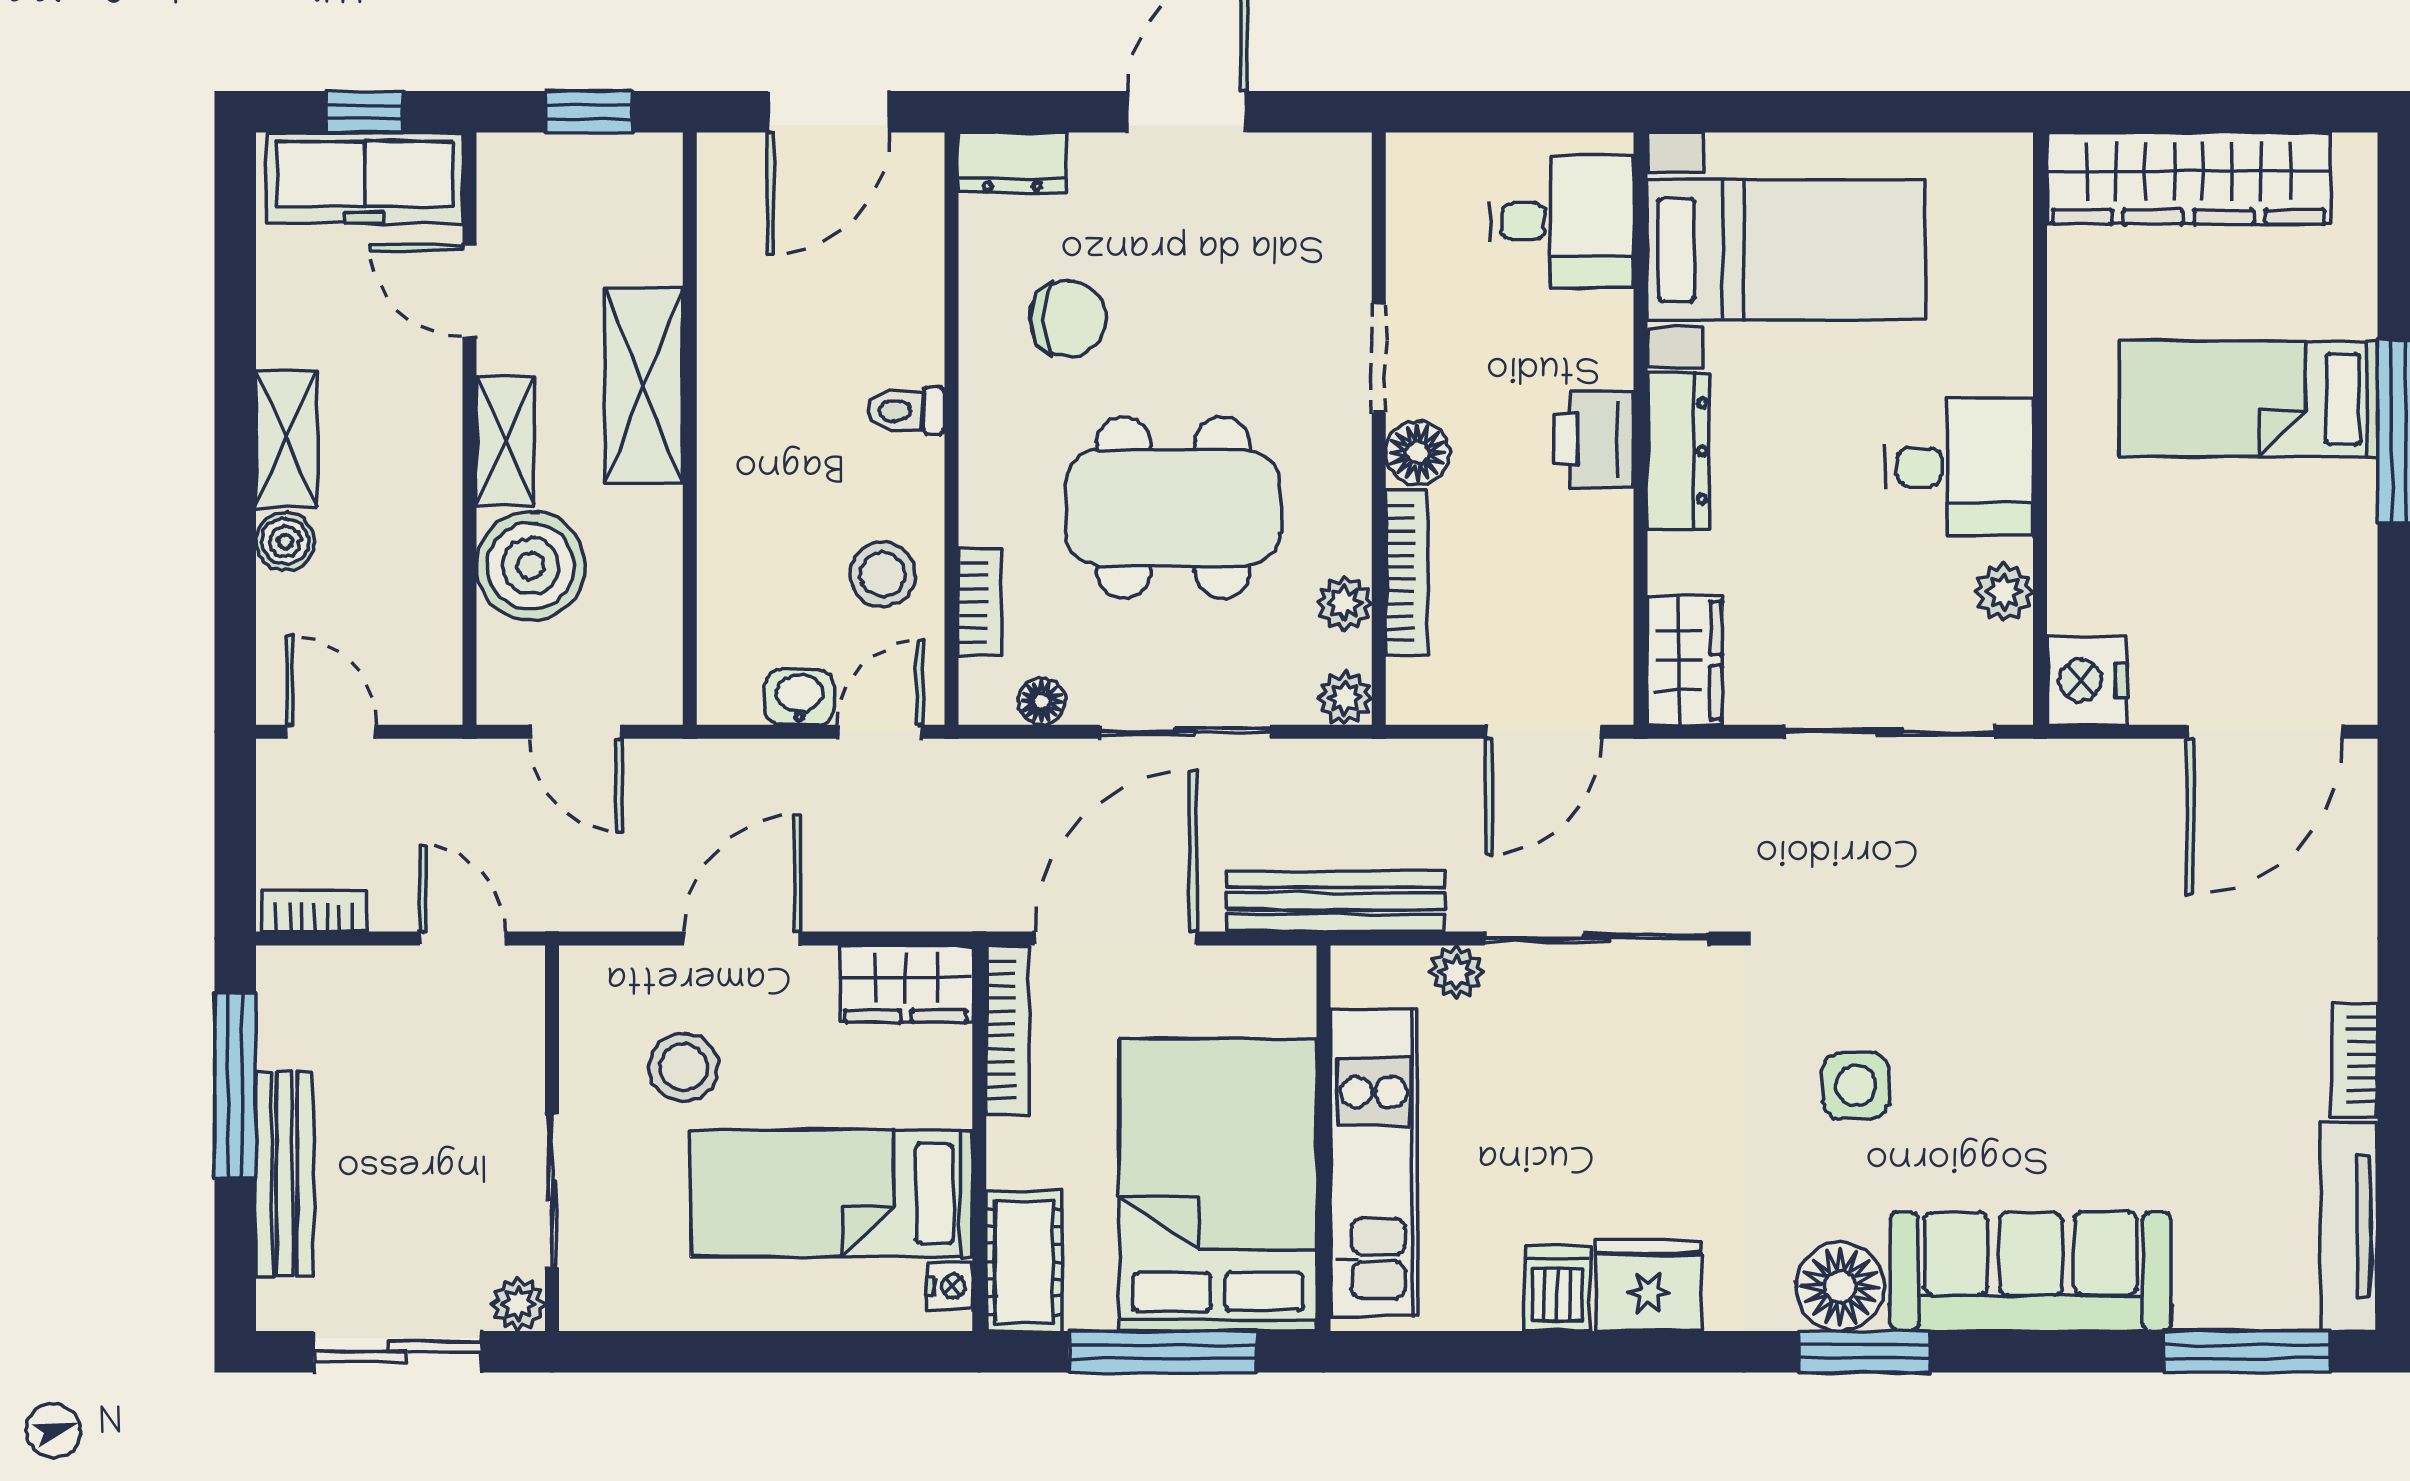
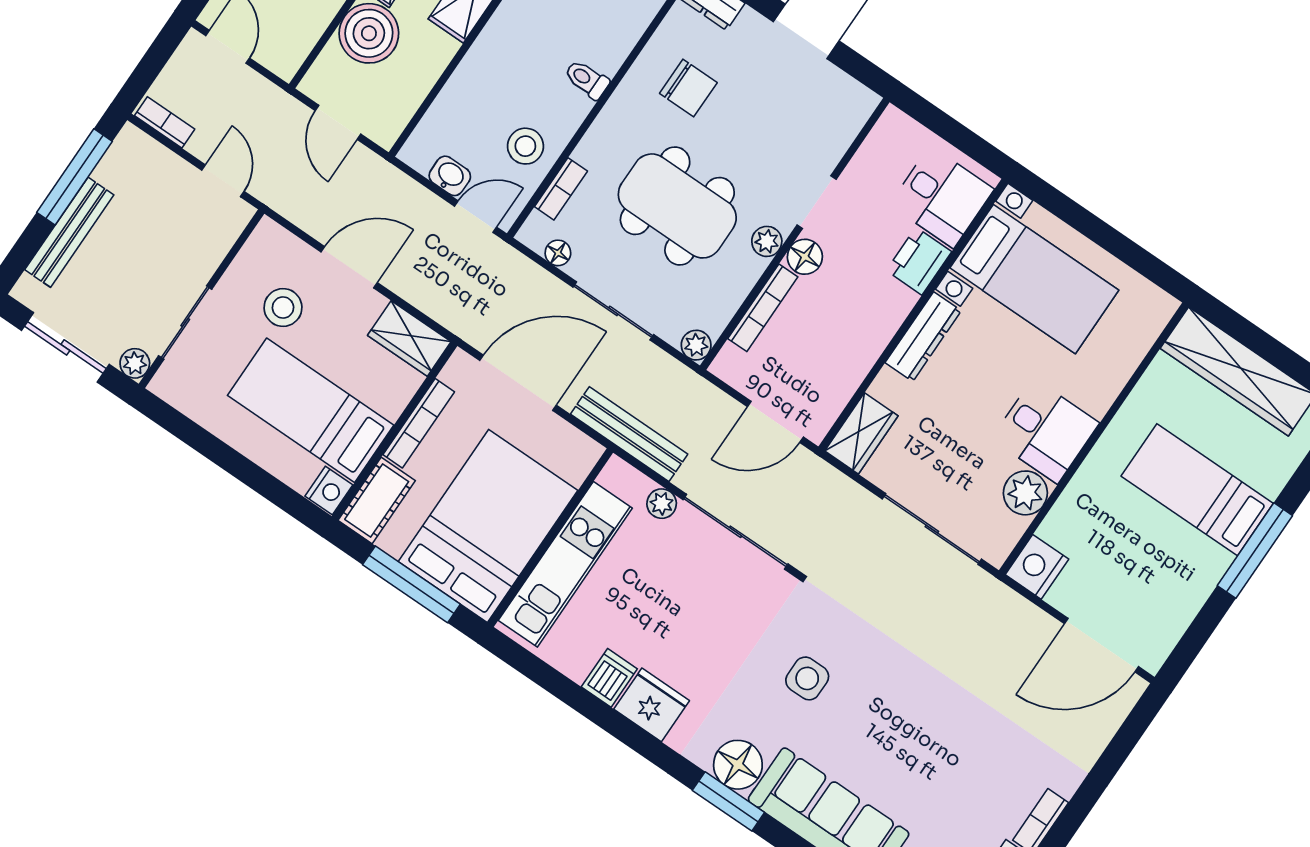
printer: (1594, 439) -> (919, 261), moved
plant: (2004, 592) -> (1025, 493), width x1.38, depth x1.38
plant: (1344, 603) -> (767, 241), moved
bookcase: (1008, 1030) -> (419, 423), moved
nightstand: (950, 1286) -> (329, 491), width x1.39, depth x1.35

